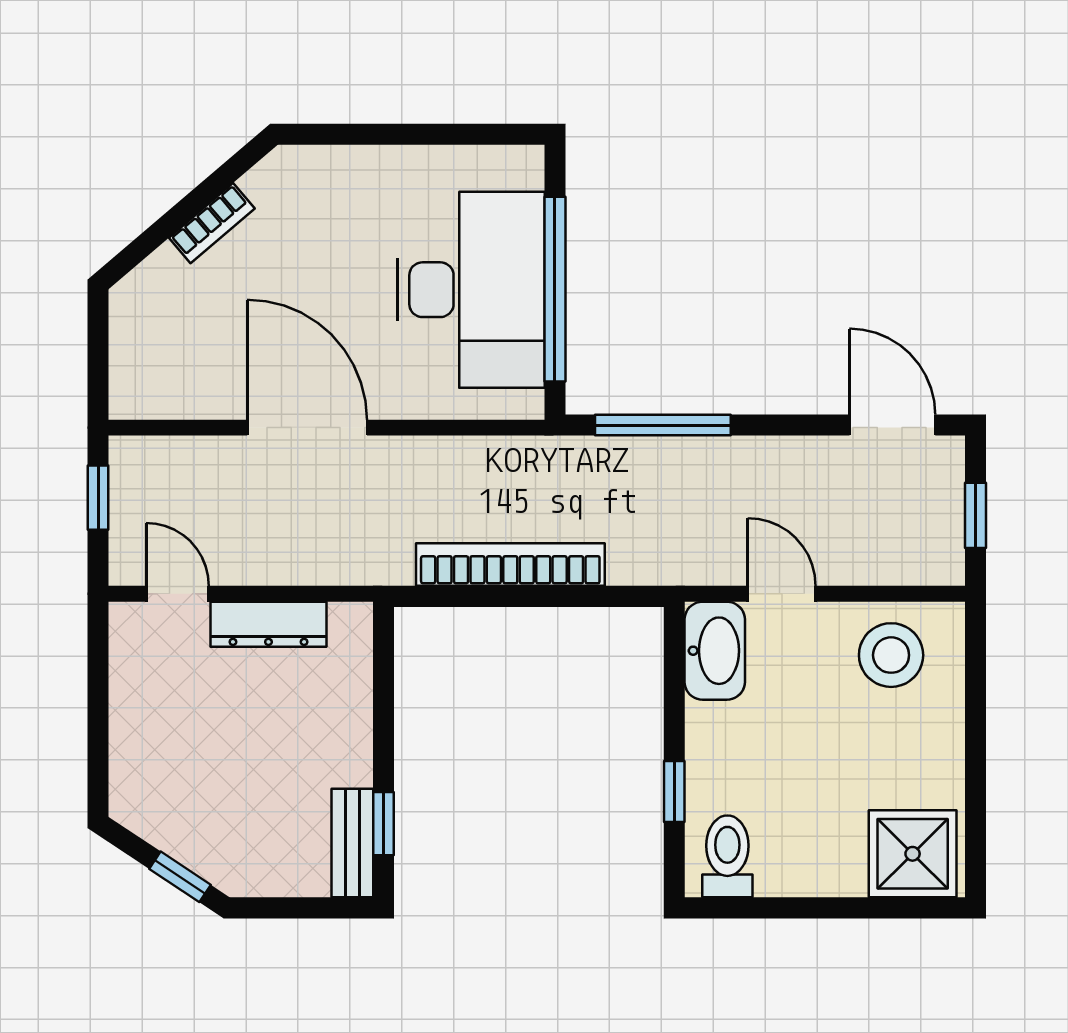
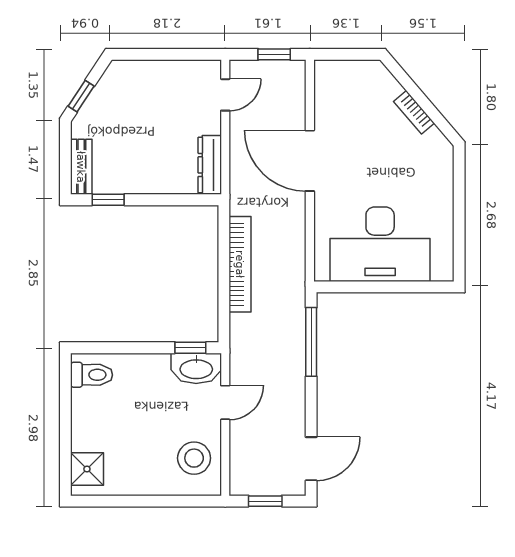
window: (555, 289) -> (380, 287), removed
door: (307, 428) -> (310, 161), swing flipped
dresser: (268, 624) -> (210, 165), moved
window: (674, 791) -> (190, 348), moved
bench: (352, 843) -> (81, 167), moved, turned 90
shower: (913, 854) -> (87, 469), width x0.73, depth x0.73

